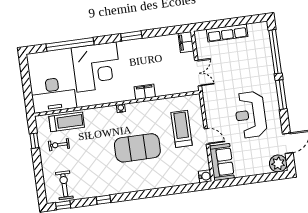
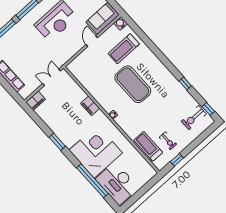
desk: (53, 95) -> (117, 183), moved, turned 180
treadmill: (182, 129) -> (124, 49), moved

